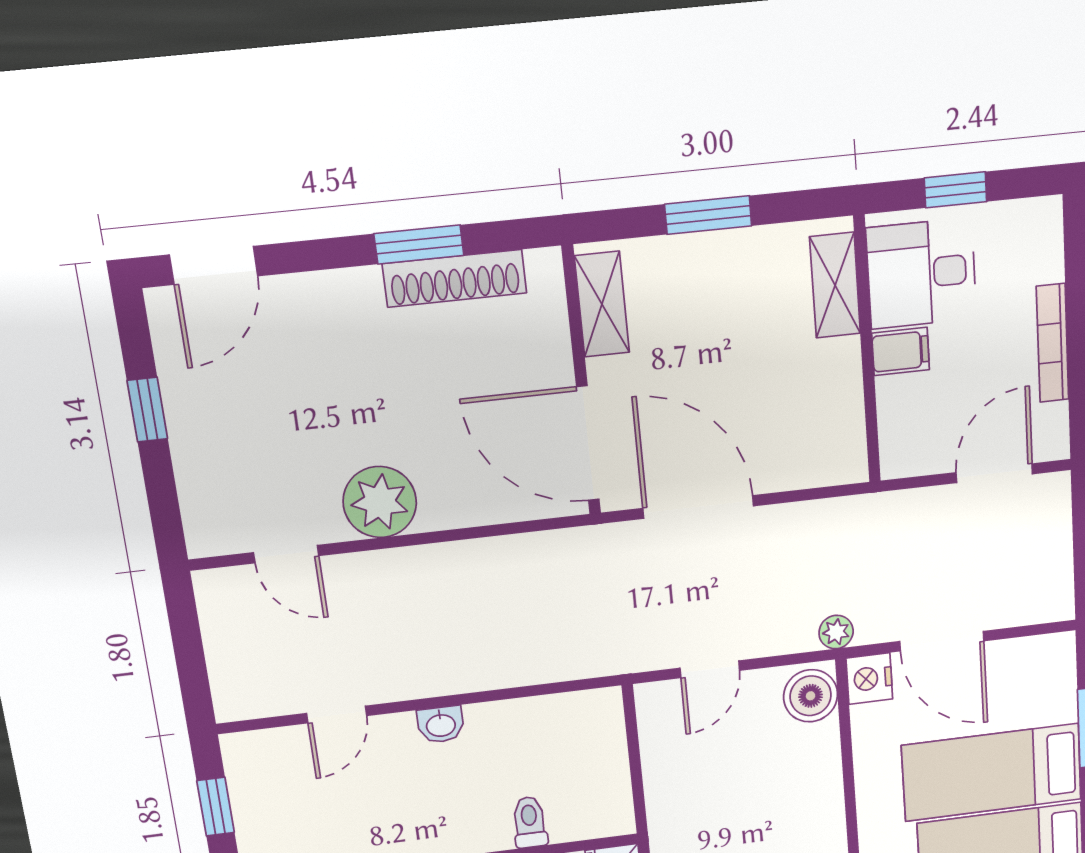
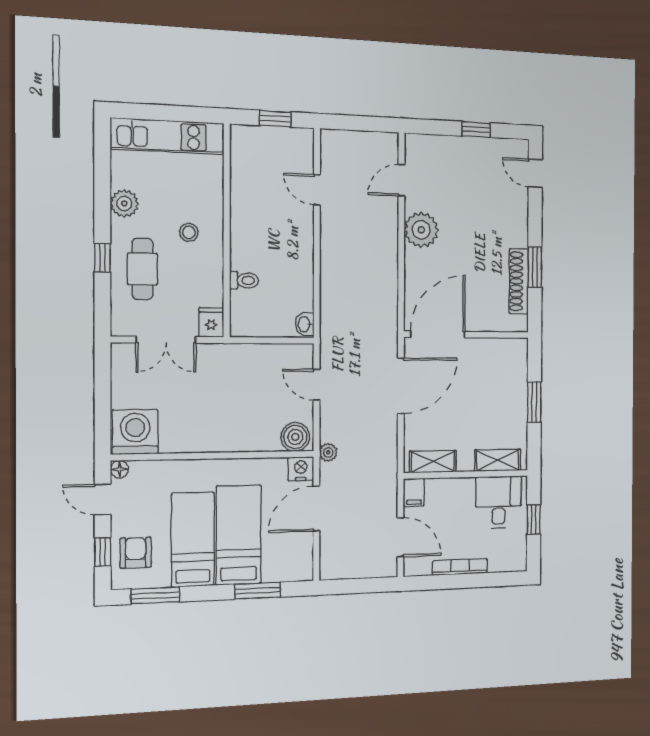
door: (214, 265) -> (535, 173), width x0.73
shelving: (602, 304) -> (433, 462), moved
filing cabinet: (901, 351) -> (414, 492), moved
washbasin: (441, 725) -> (305, 324), moved

